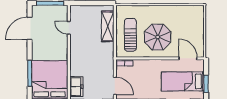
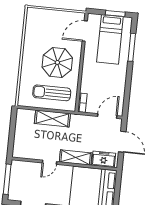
shelving: (108, 26) -> (52, 119), moved
door: (69, 28) -> (50, 162), moved
shelving: (75, 62) -> (76, 158), added

